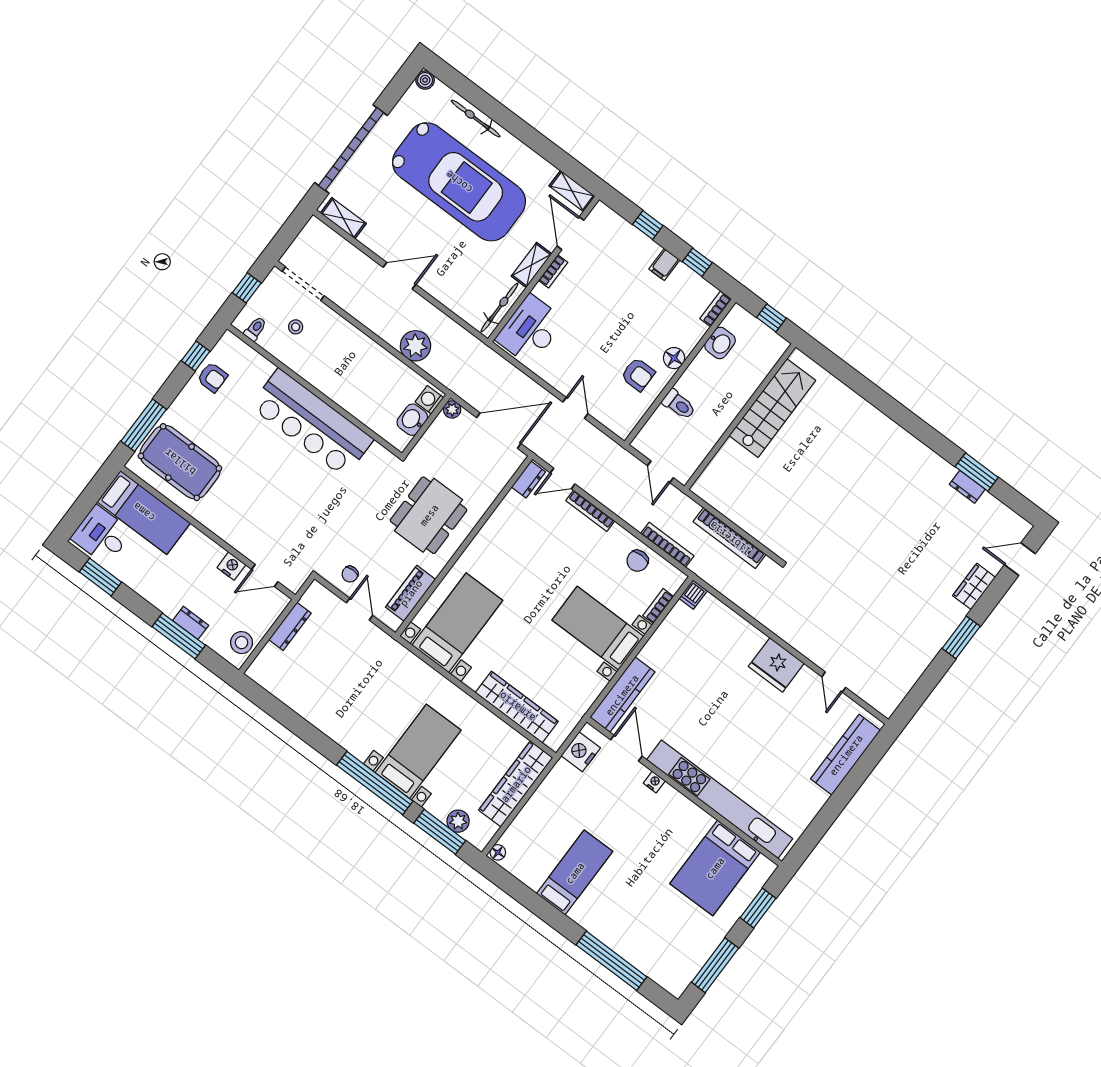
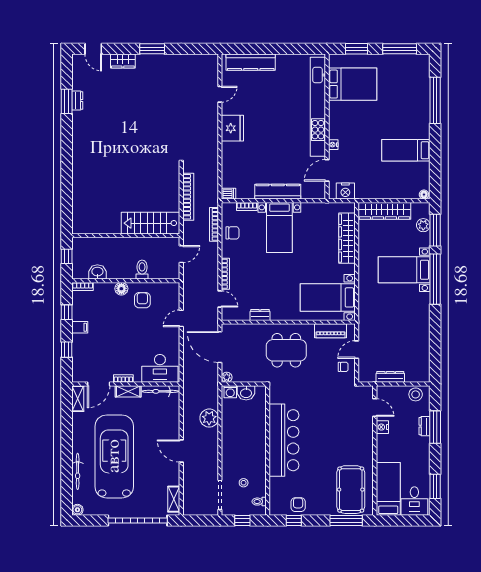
stairs: (772, 408) -> (151, 223), moved
dresser: (529, 480) -> (260, 315), moved
kitchen counter: (622, 695) -> (278, 192), moved

